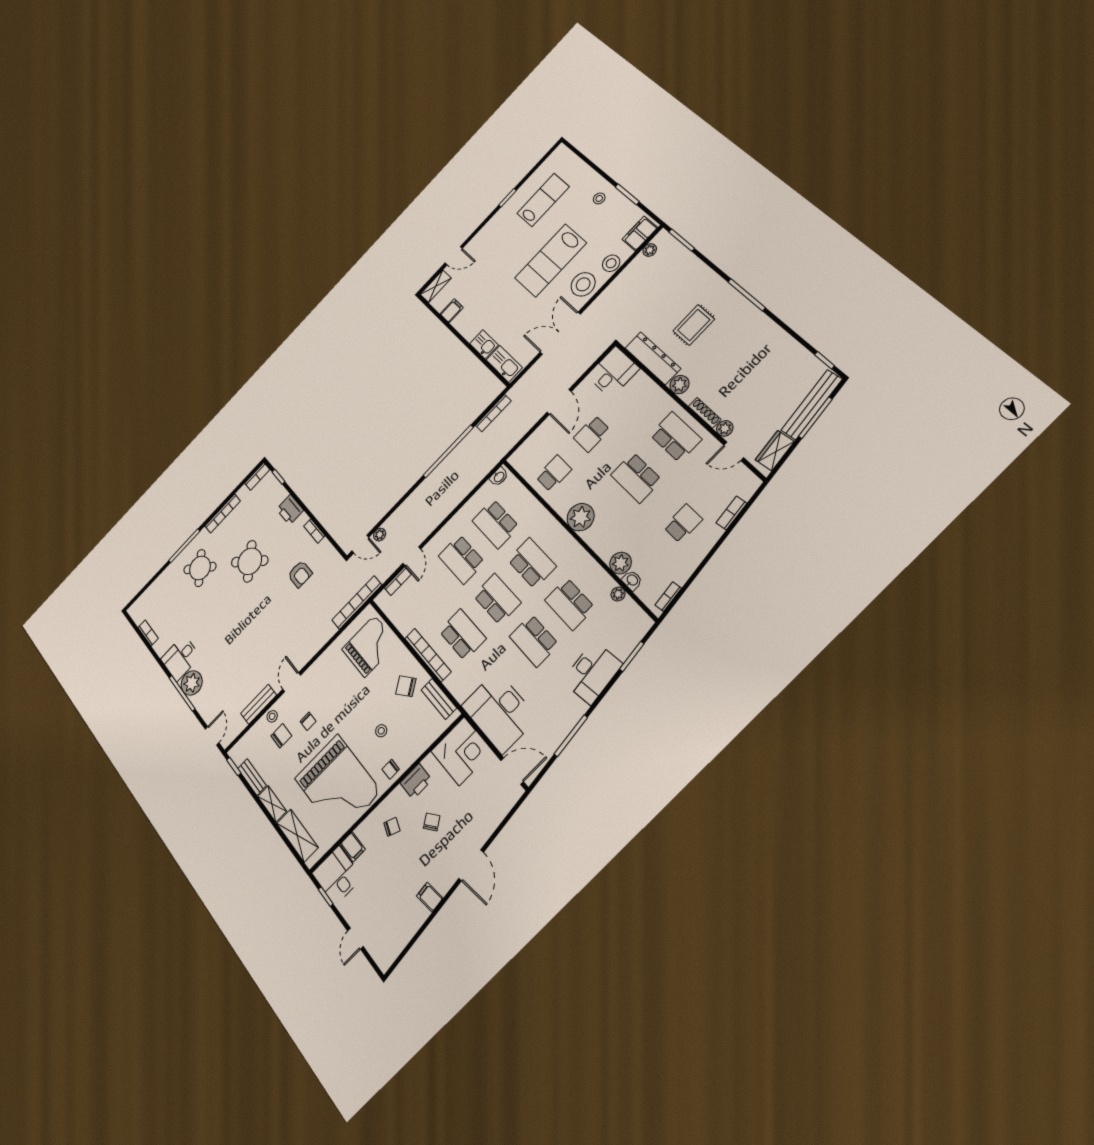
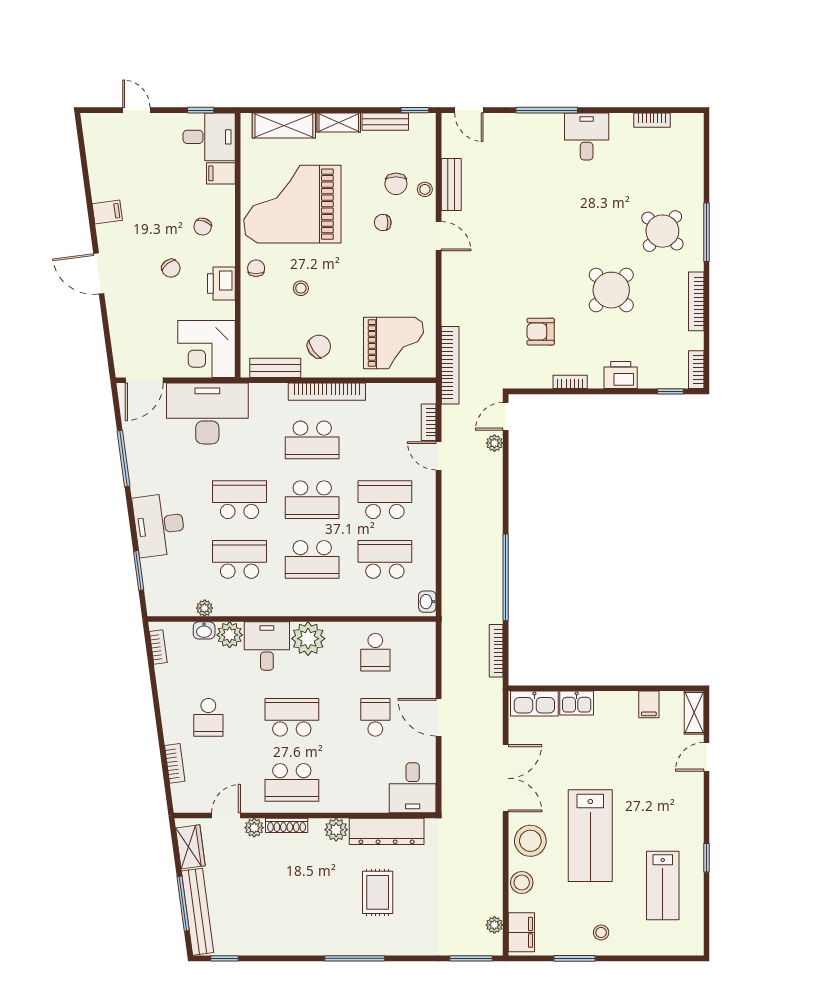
lab bench: (550, 261) -> (590, 836), turned 180
desk: (607, 535) -> (267, 646), added
grand piano: (370, 646) -> (393, 343), turned -90
plant: (192, 683) -> (547, 129), removed

